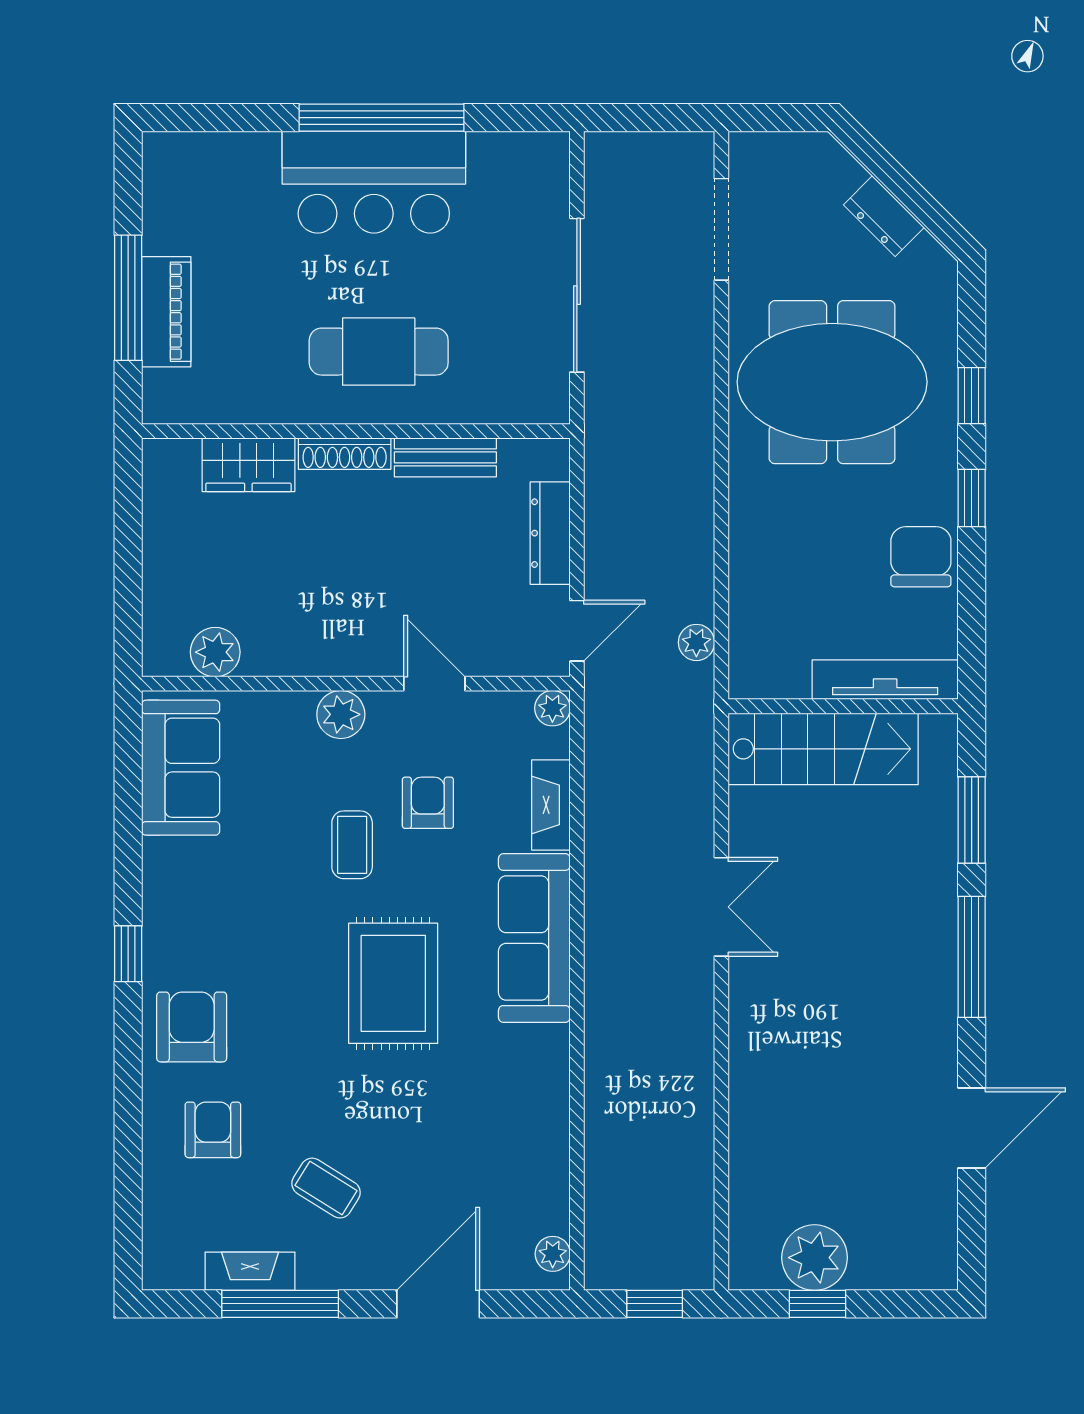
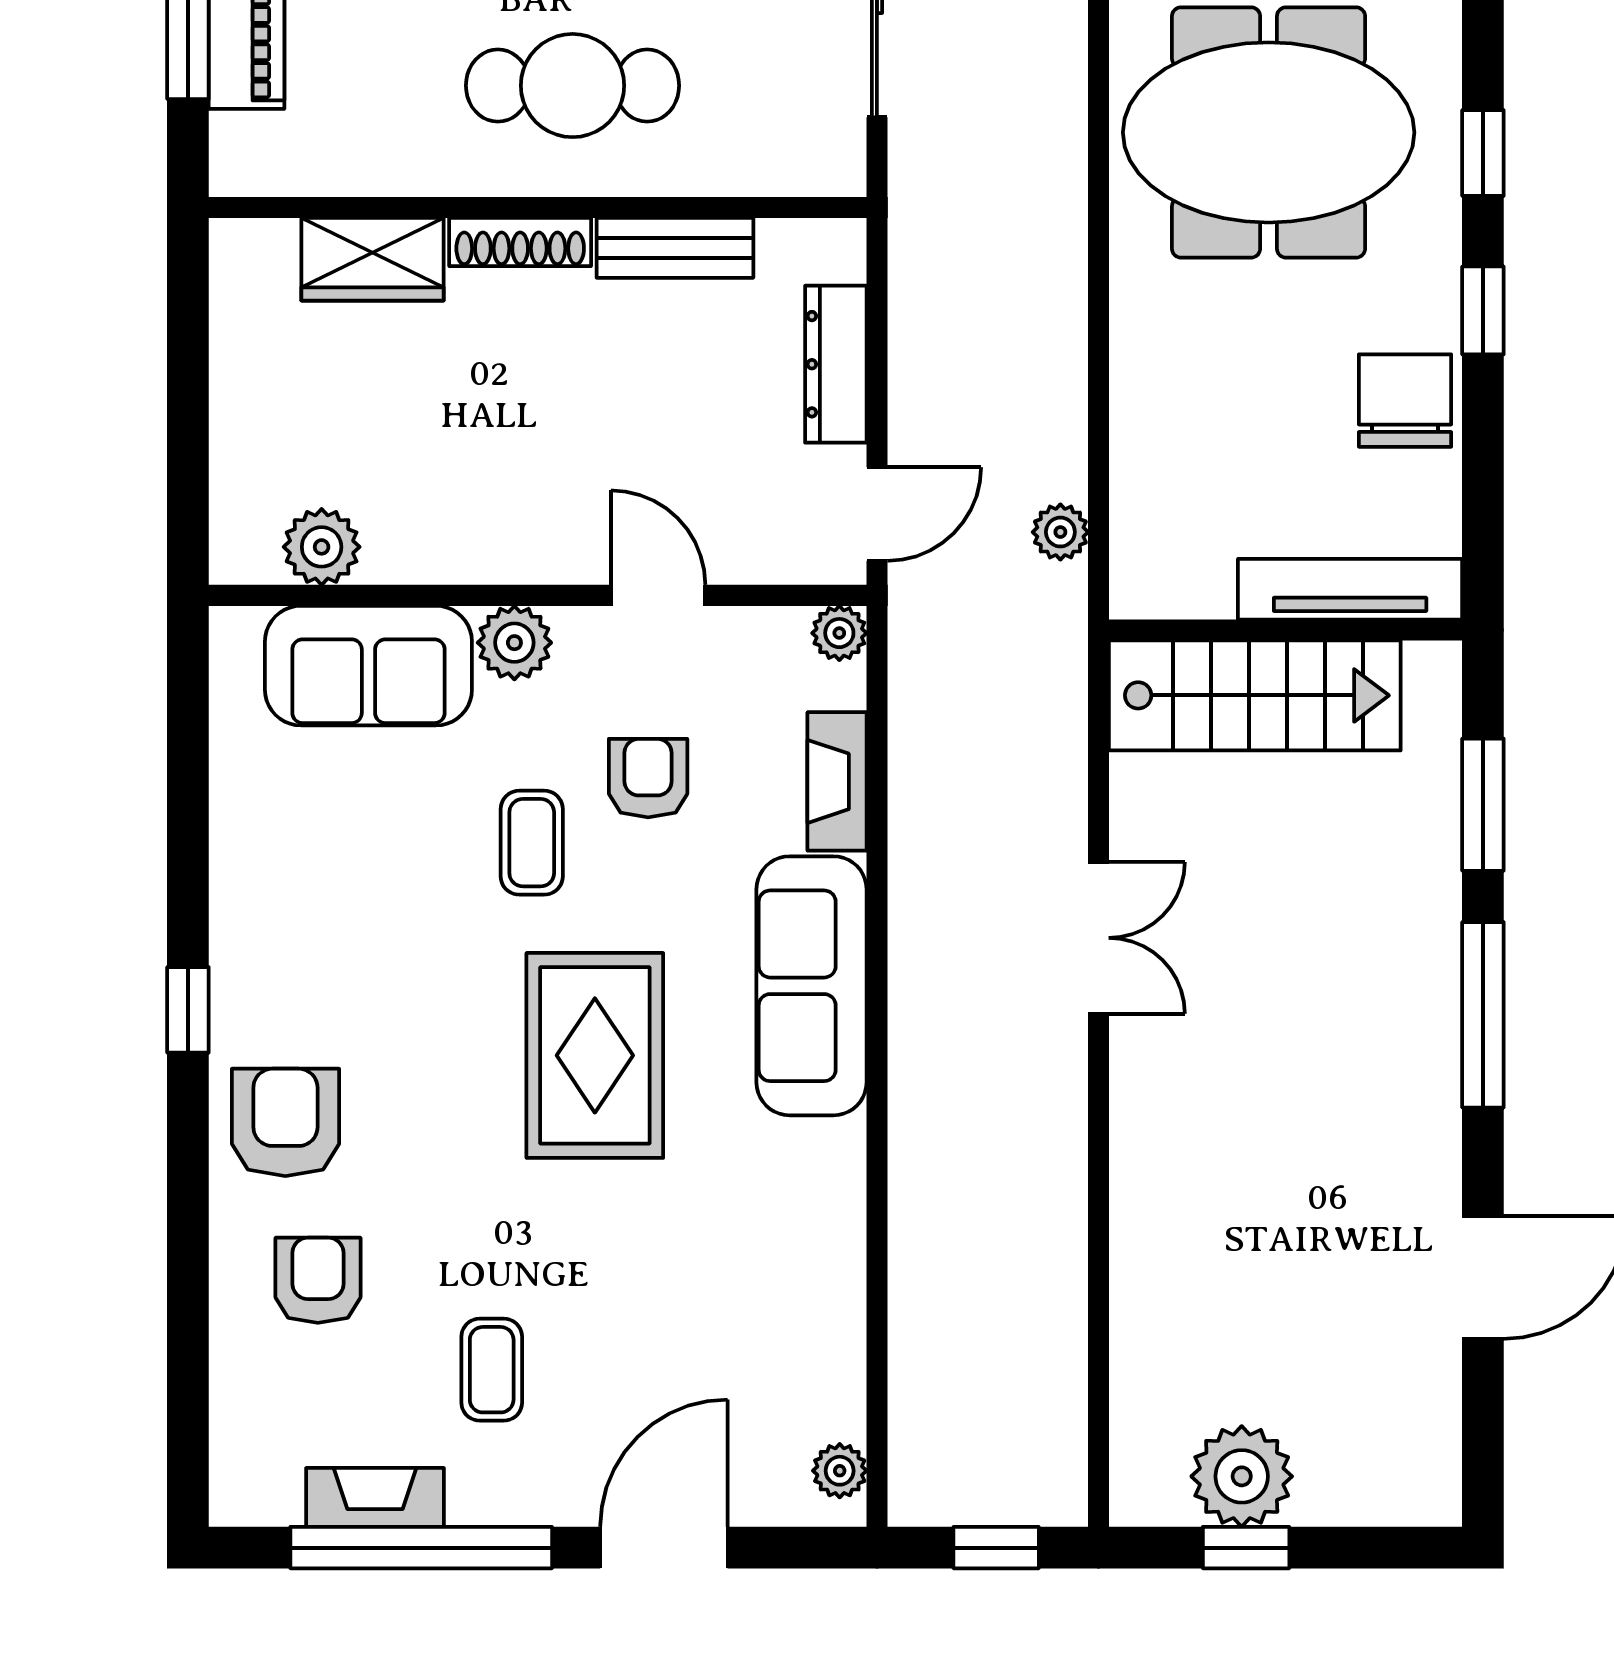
sofa: (181, 768) -> (368, 666), moved, turned 90
coffee table: (326, 1188) -> (492, 1370), turned 58
window: (280, 1304) -> (421, 1548), width x1.46

